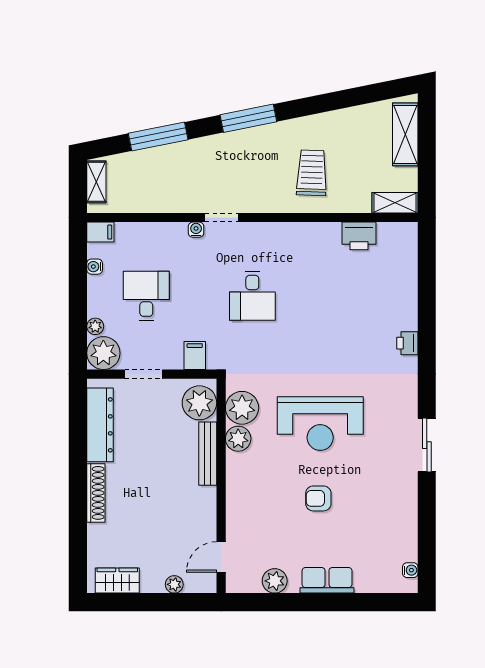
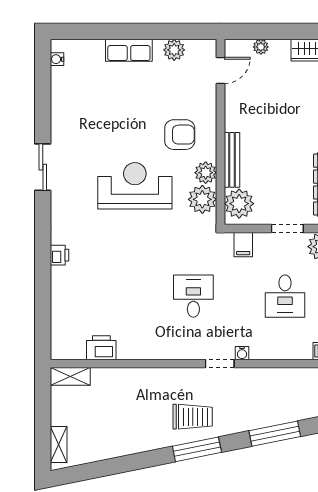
shelving: (405, 134) -> (59, 444), width x0.67, depth x0.75
trolley: (312, 173) -> (193, 417), moved, turned -92
armchair: (318, 498) -> (180, 135), moved, width x1.38, depth x1.38

